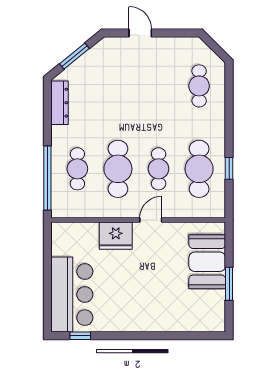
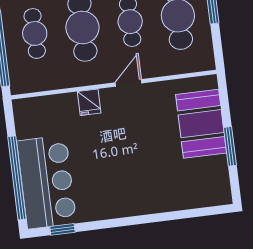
fridge: (116, 236) -> (89, 102), width x0.53, depth x0.75
window: (47, 288) -> (17, 178), added

